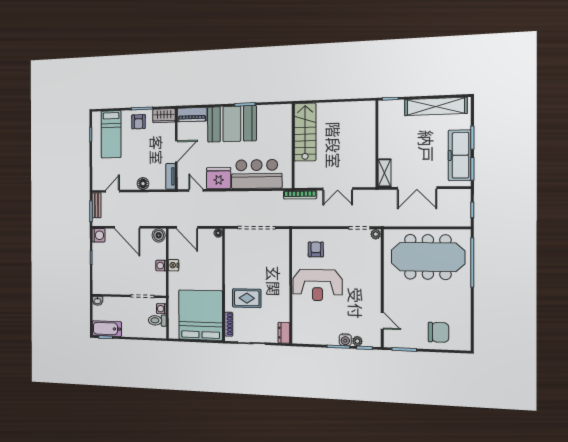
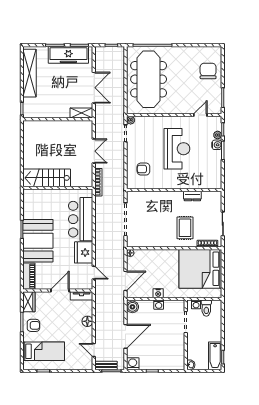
door: (176, 151) -> (60, 290), hinge flipped
door: (196, 190) -> (94, 273), swing flipped
reception desk: (317, 285) -> (177, 149), moved
dresser: (284, 333) -> (192, 196), moved

